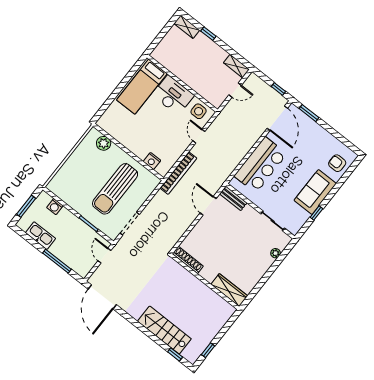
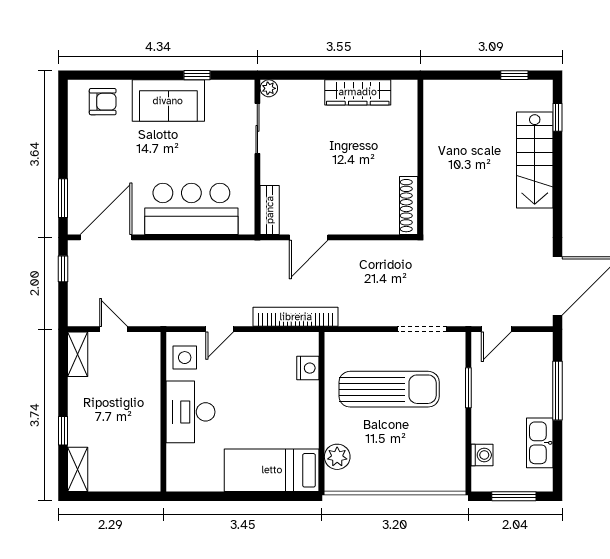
bed: (142, 87) -> (272, 470), moved, turned 180
armchair: (337, 163) -> (103, 102), turned -90
plant: (275, 253) -> (269, 88), moved
wardrobe: (229, 290) -> (358, 92), moved, turned -90

